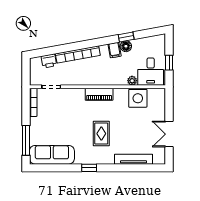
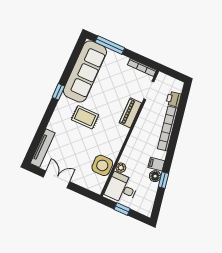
piano: (99, 94) -> (130, 113), moved
sofa: (52, 155) -> (85, 71), width x1.36, depth x1.27
tv unit: (134, 159) -> (43, 148), moved

